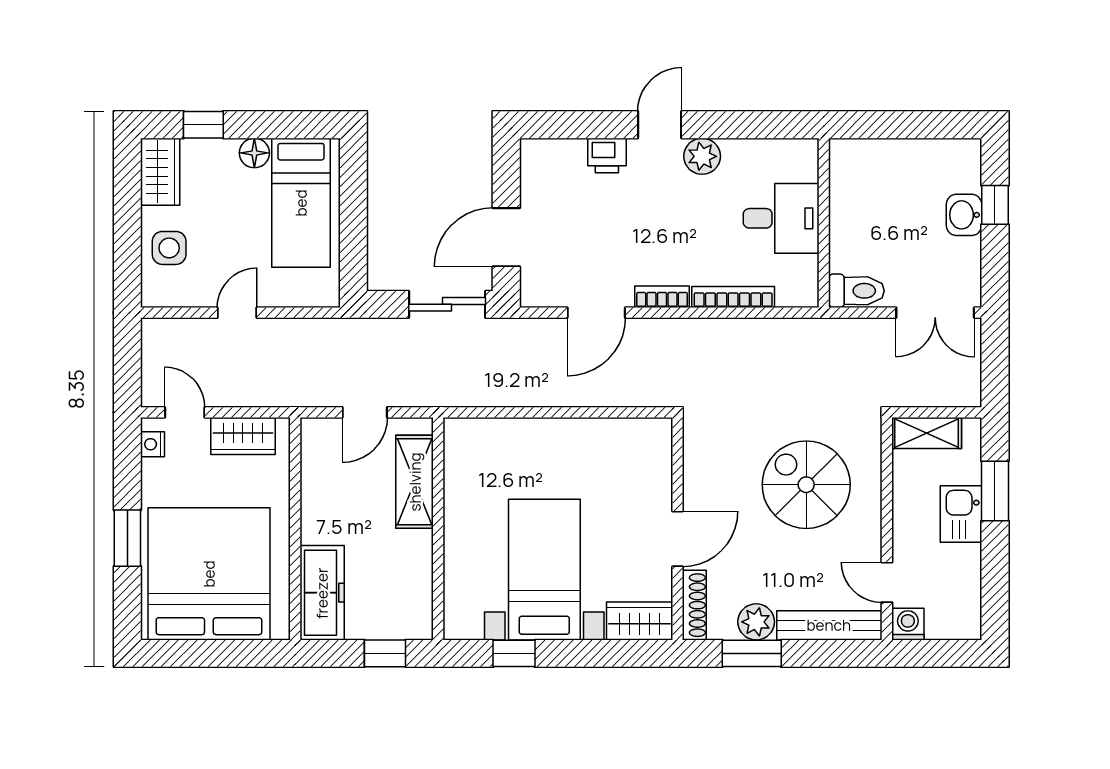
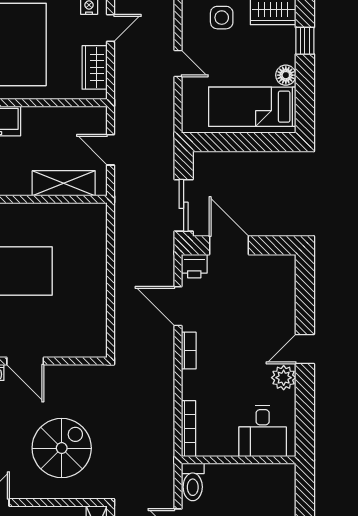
door: (660, 125) -> (305, 349), swing flipped
printer: (607, 155) -> (194, 266), moved, turned -90
desk: (781, 218) -> (263, 431), moved
bookcase: (733, 297) -> (188, 429), moved

